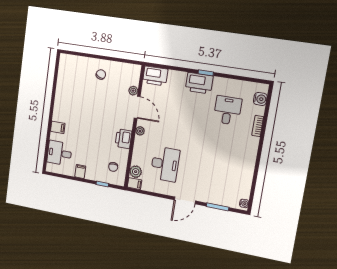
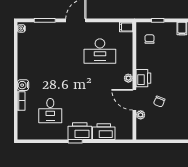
chair: (101, 74) -> (159, 102), moved
printer: (155, 76) -> (104, 132), moved
water cooler: (260, 99) -> (23, 85), moved
printer: (123, 139) -> (143, 78), moved
desk: (165, 164) -> (100, 51), turned -90
plant: (136, 172) -> (127, 39), removed

